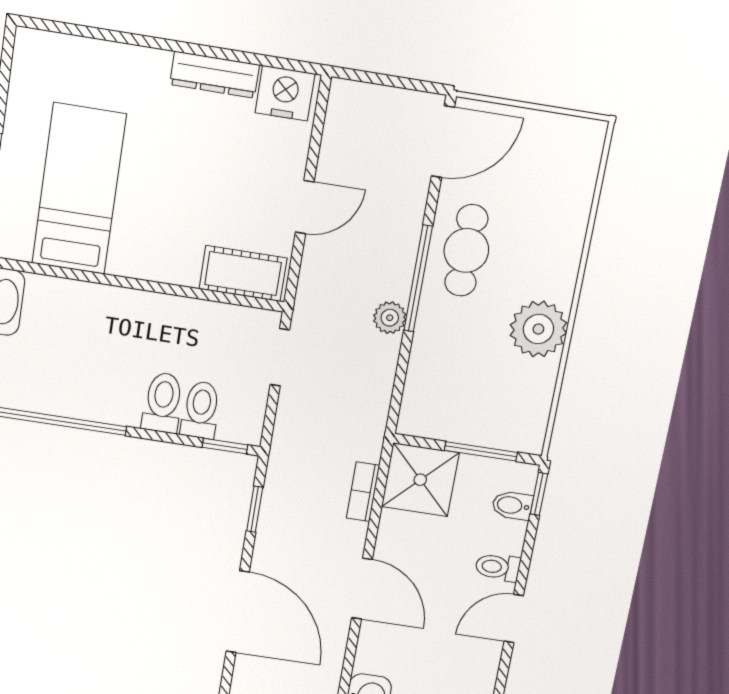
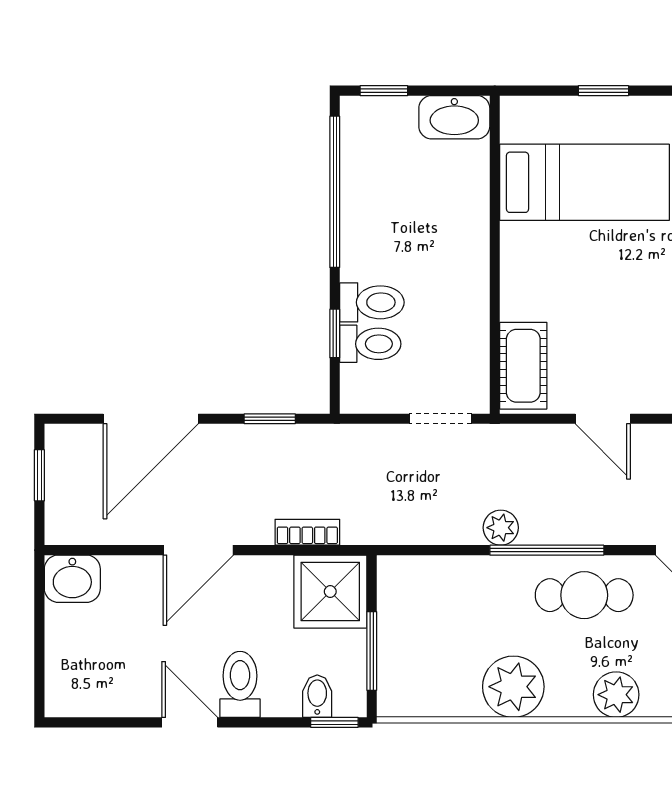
plant: (565, 235) -> (616, 695), added
window: (225, 446) -> (335, 333), moved
toilet: (498, 567) -> (240, 684), width x1.37, depth x1.39

